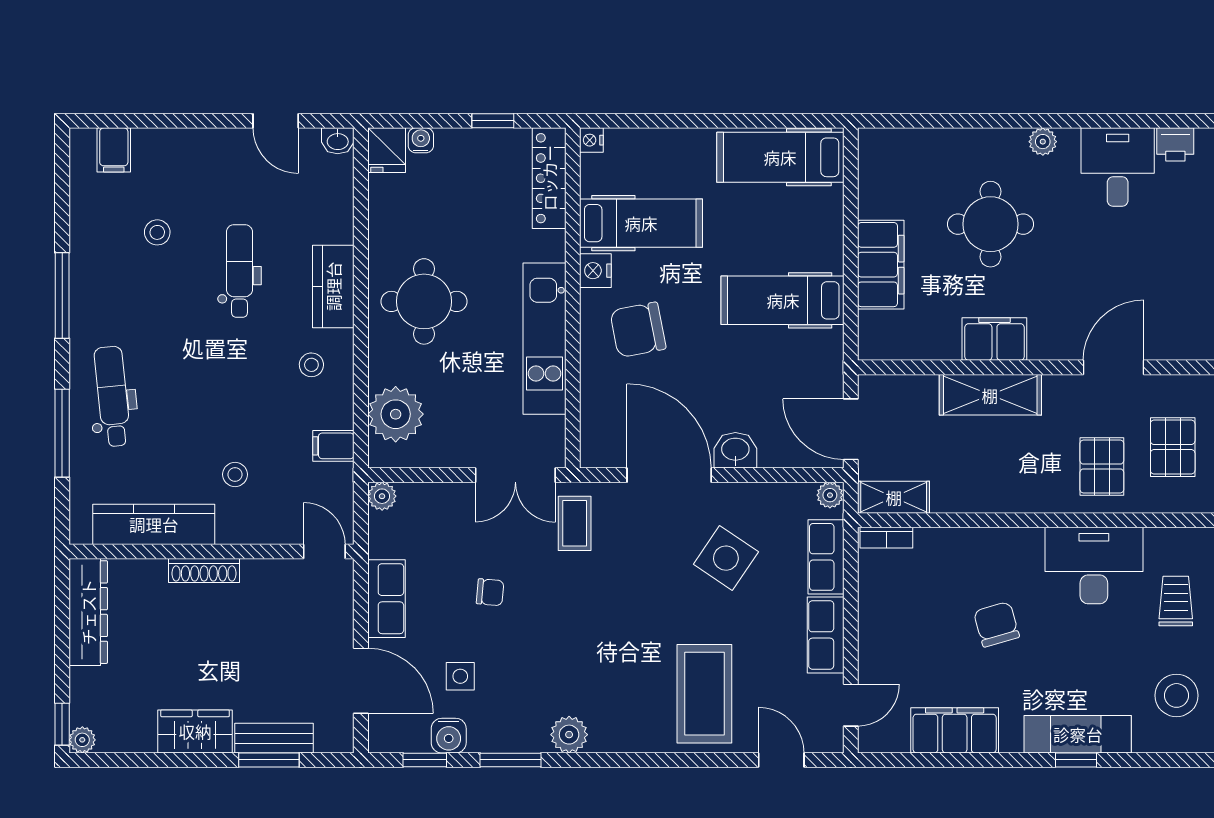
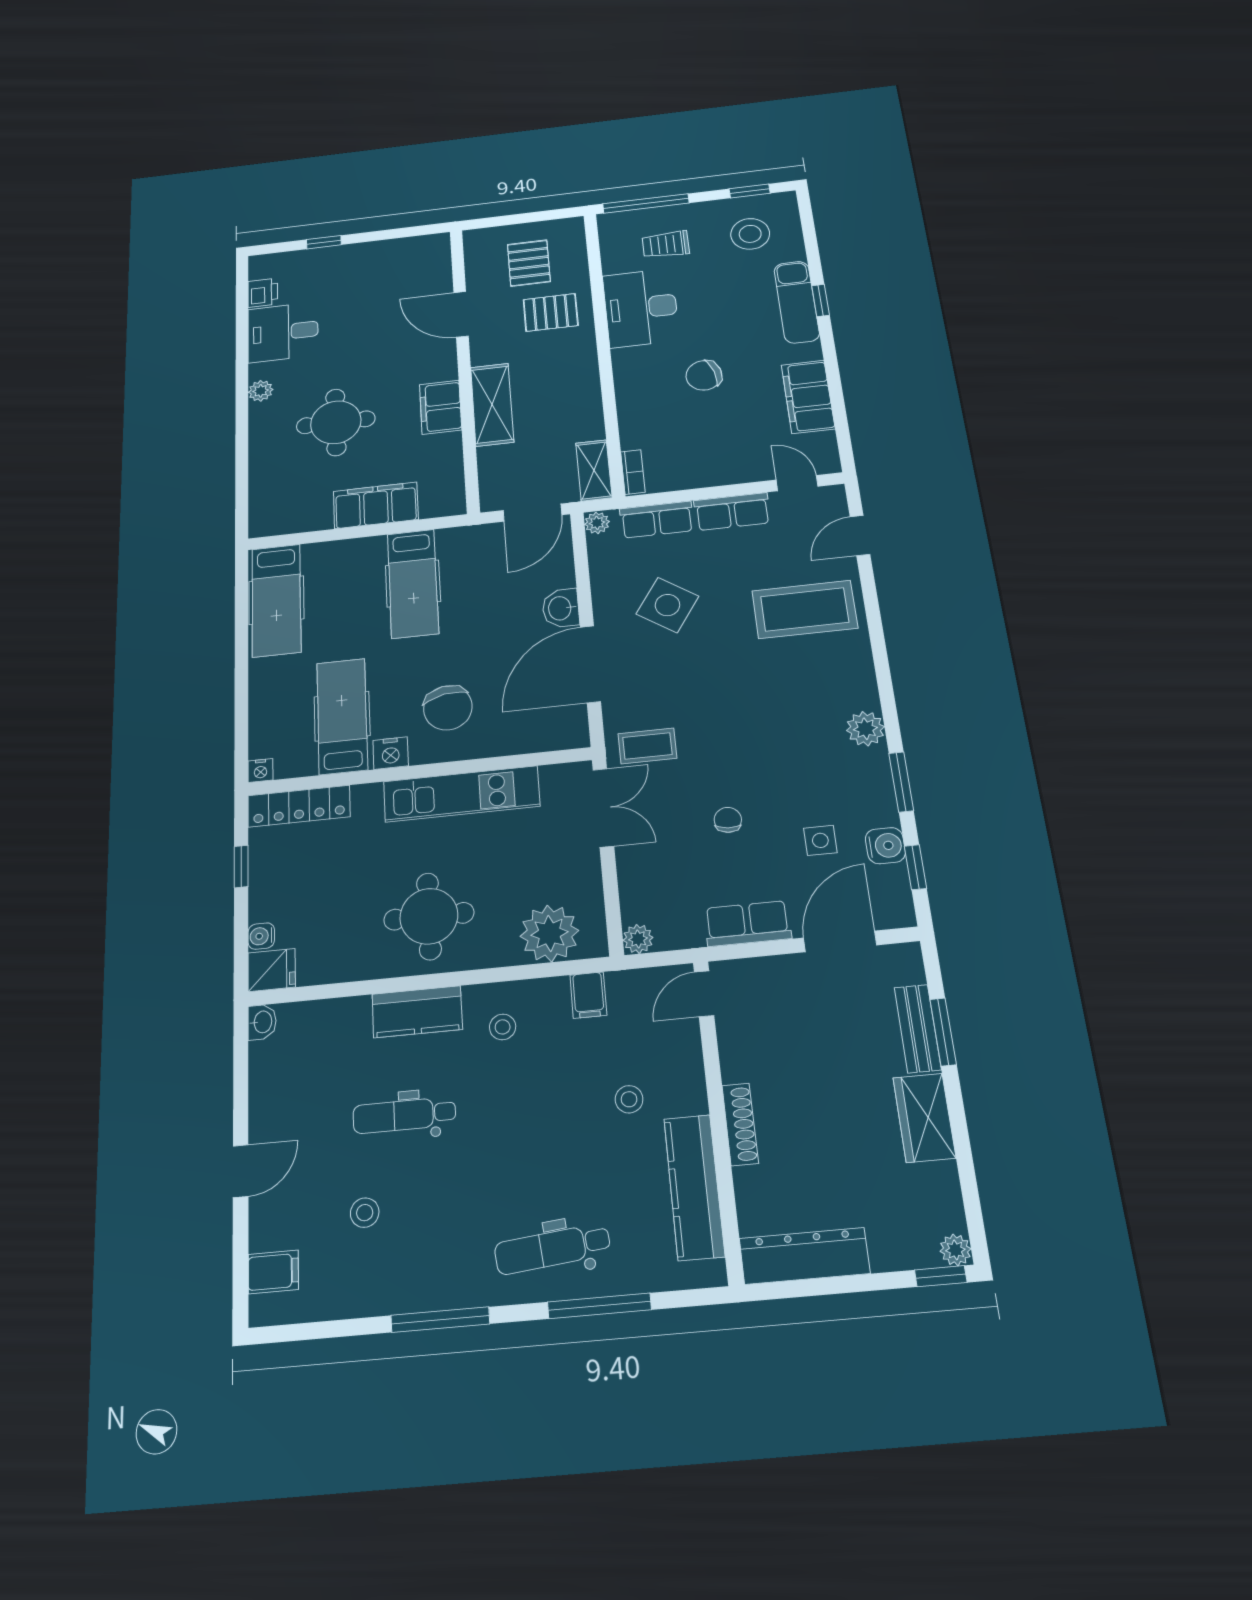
door: (276, 121) -> (241, 1171), moved
pallet: (1173, 447) -> (529, 263), turned 90

